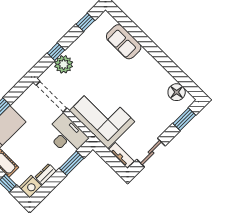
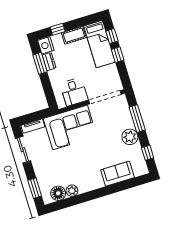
window: (56, 52) -> (137, 119), width x2.17
plant: (64, 64) -> (130, 137), moved
plant: (166, 79) -> (72, 191), added
desk: (66, 135) -> (74, 92), width x0.73
window: (71, 163) -> (40, 63), moved

